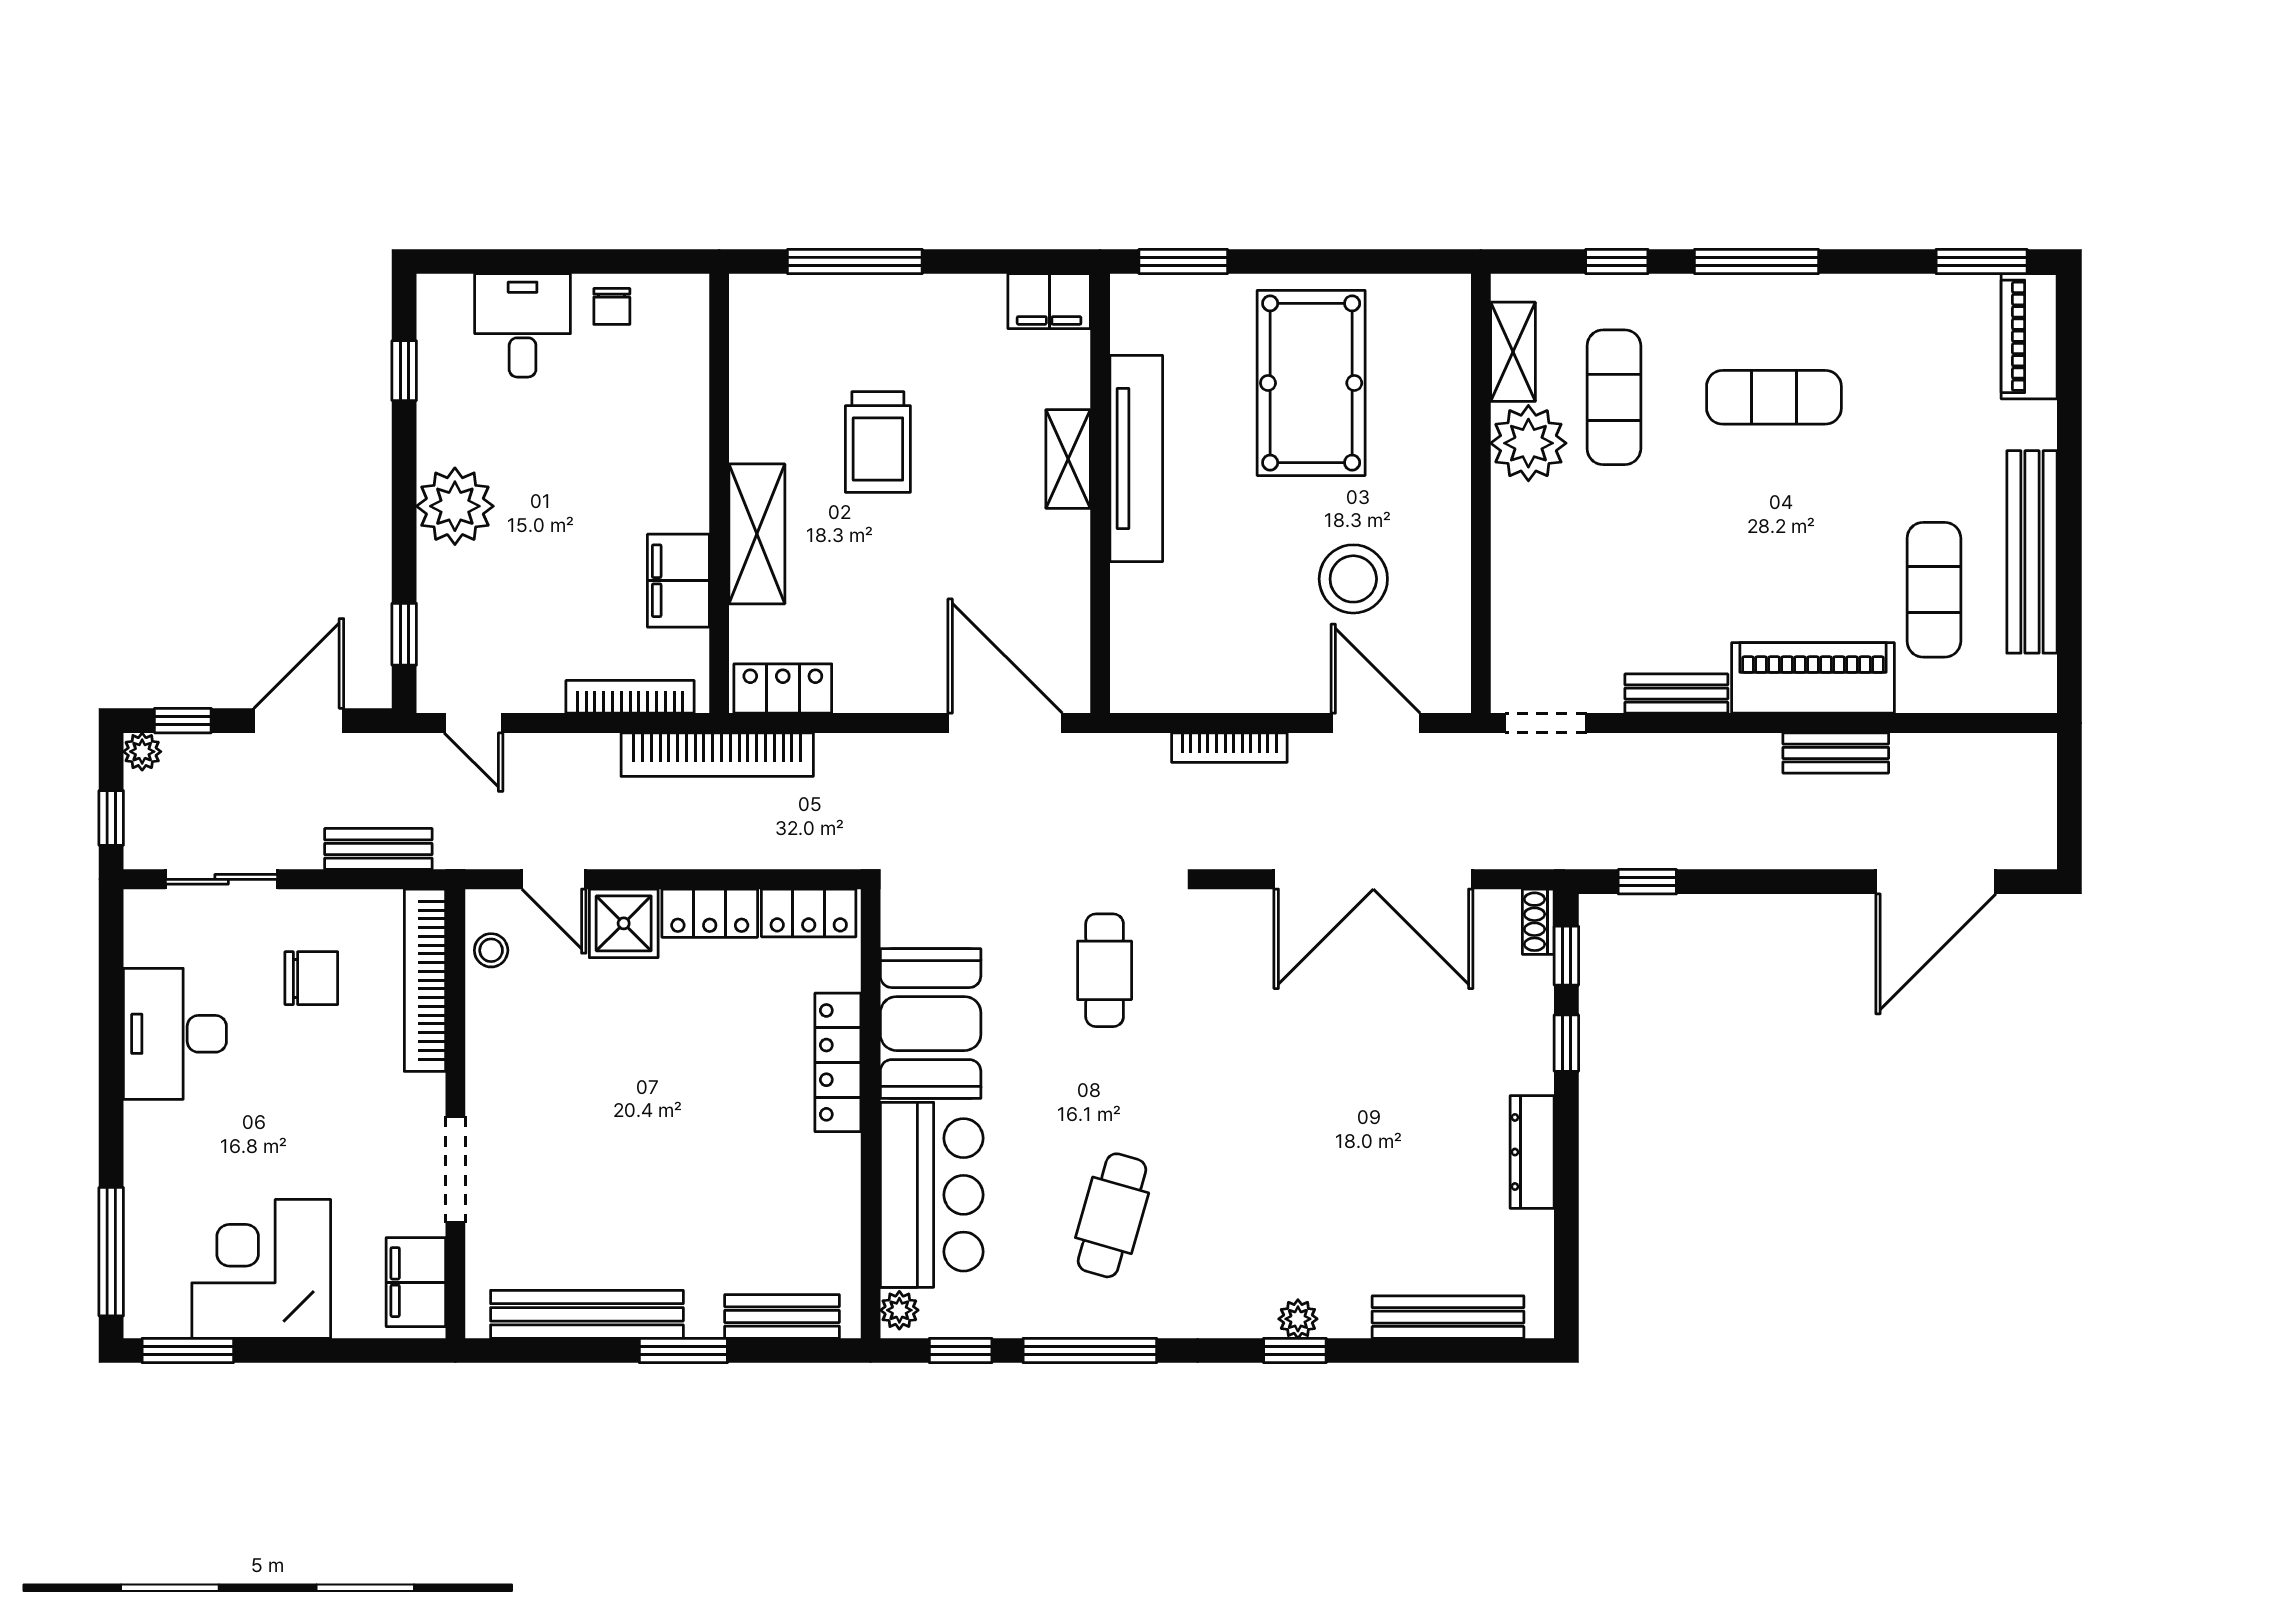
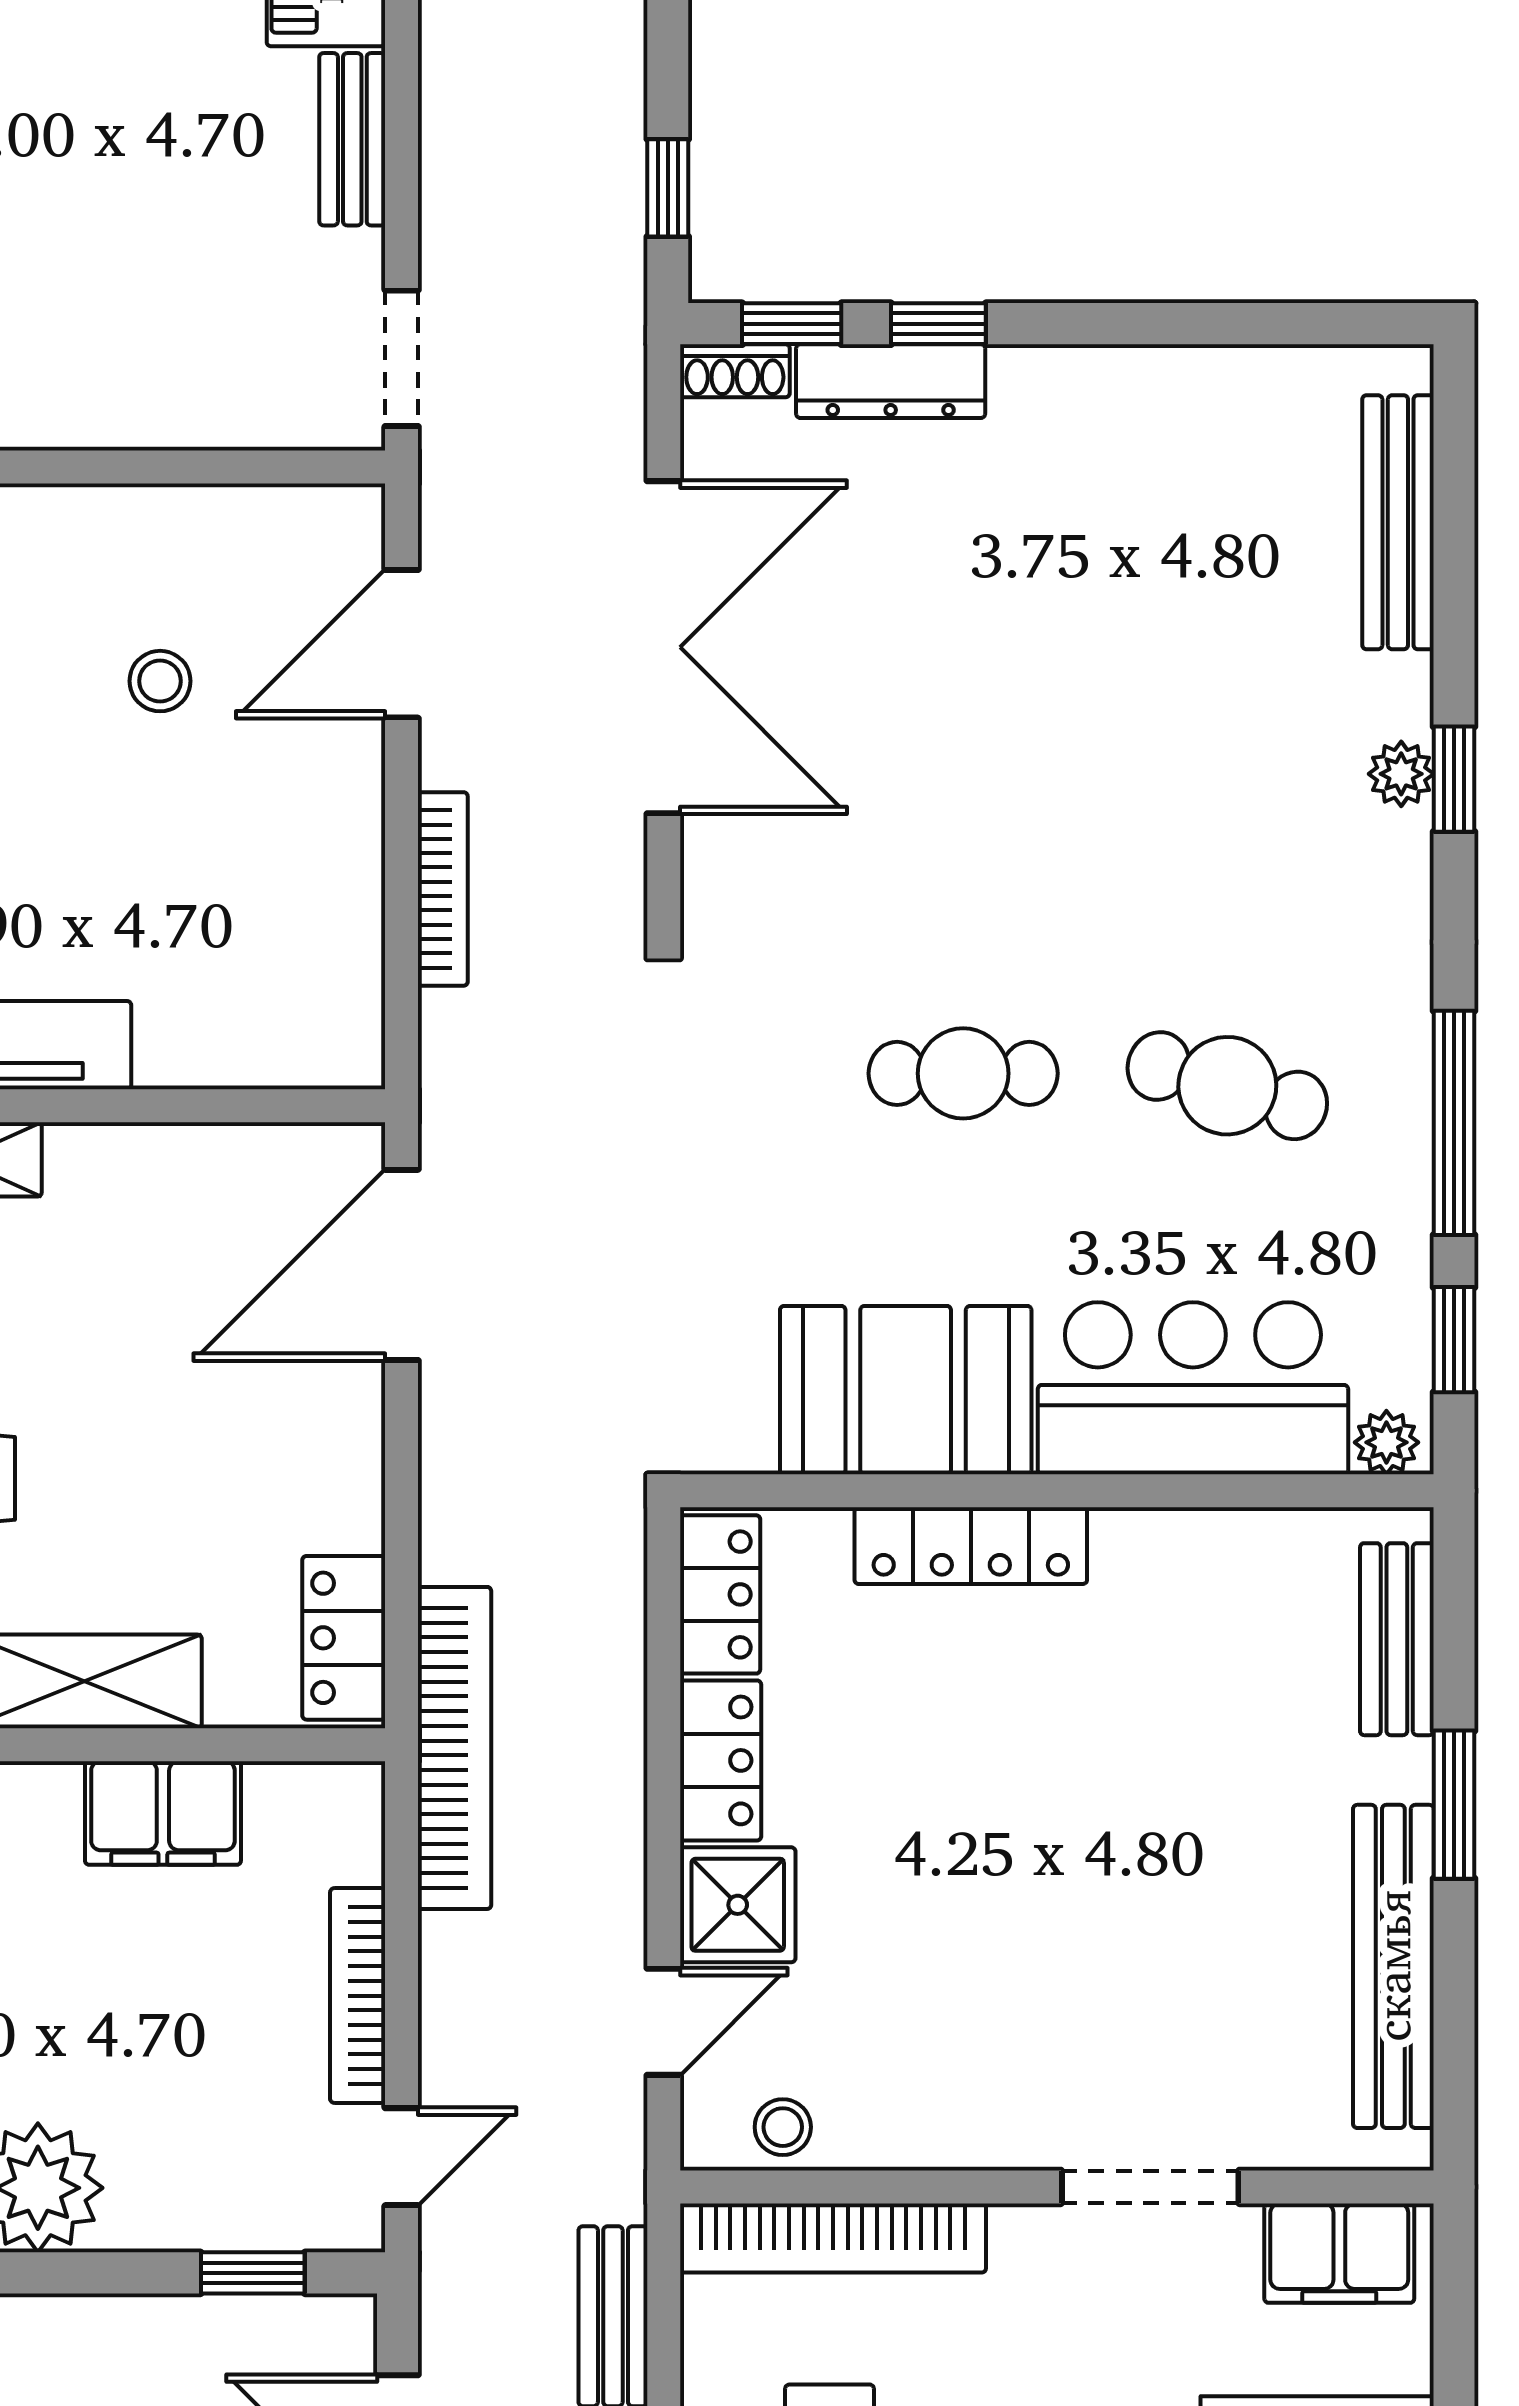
stool: (1353, 579) -> (160, 681), width x0.53, depth x0.53
bookcase: (630, 697) -> (358, 1996), moved
cafe table: (1105, 970) -> (963, 1073), moved
dresser: (1532, 1152) -> (891, 381), moved

